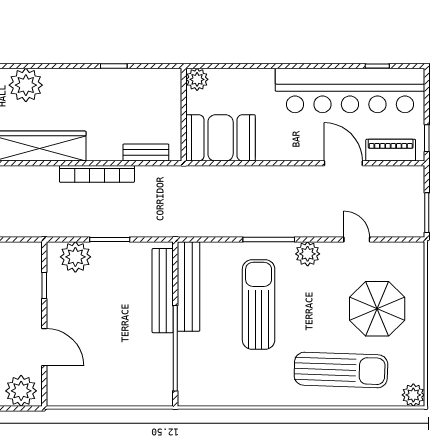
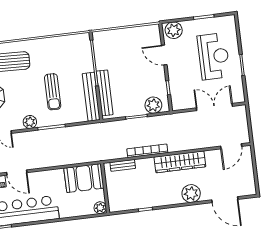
sun lounger: (259, 304) -> (53, 92), width x0.73, depth x0.75

